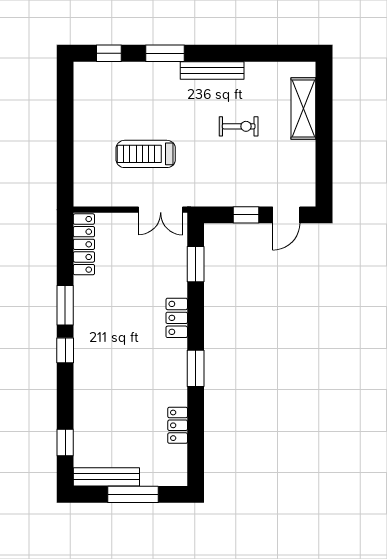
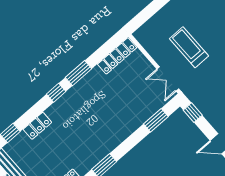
window: (246, 215) -> (193, 113), moved
locker: (177, 318) -> (37, 126), moved, turned 180

